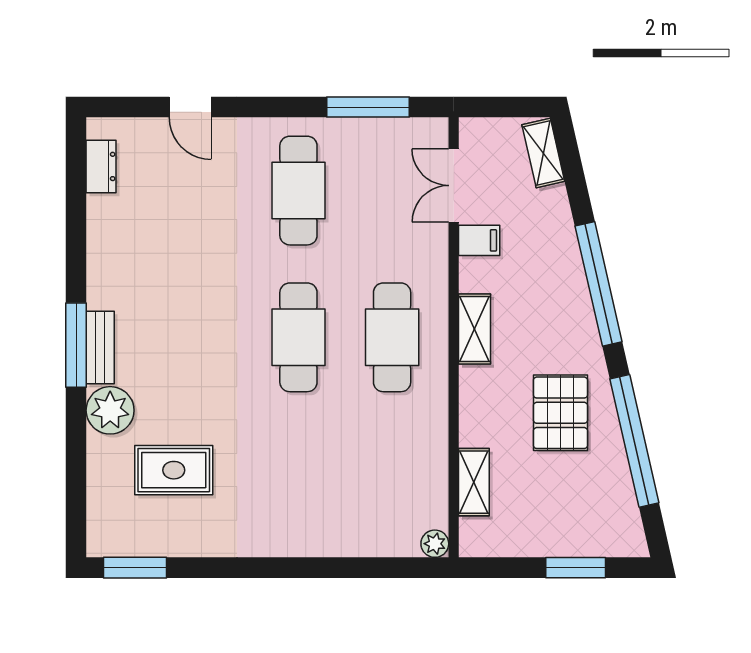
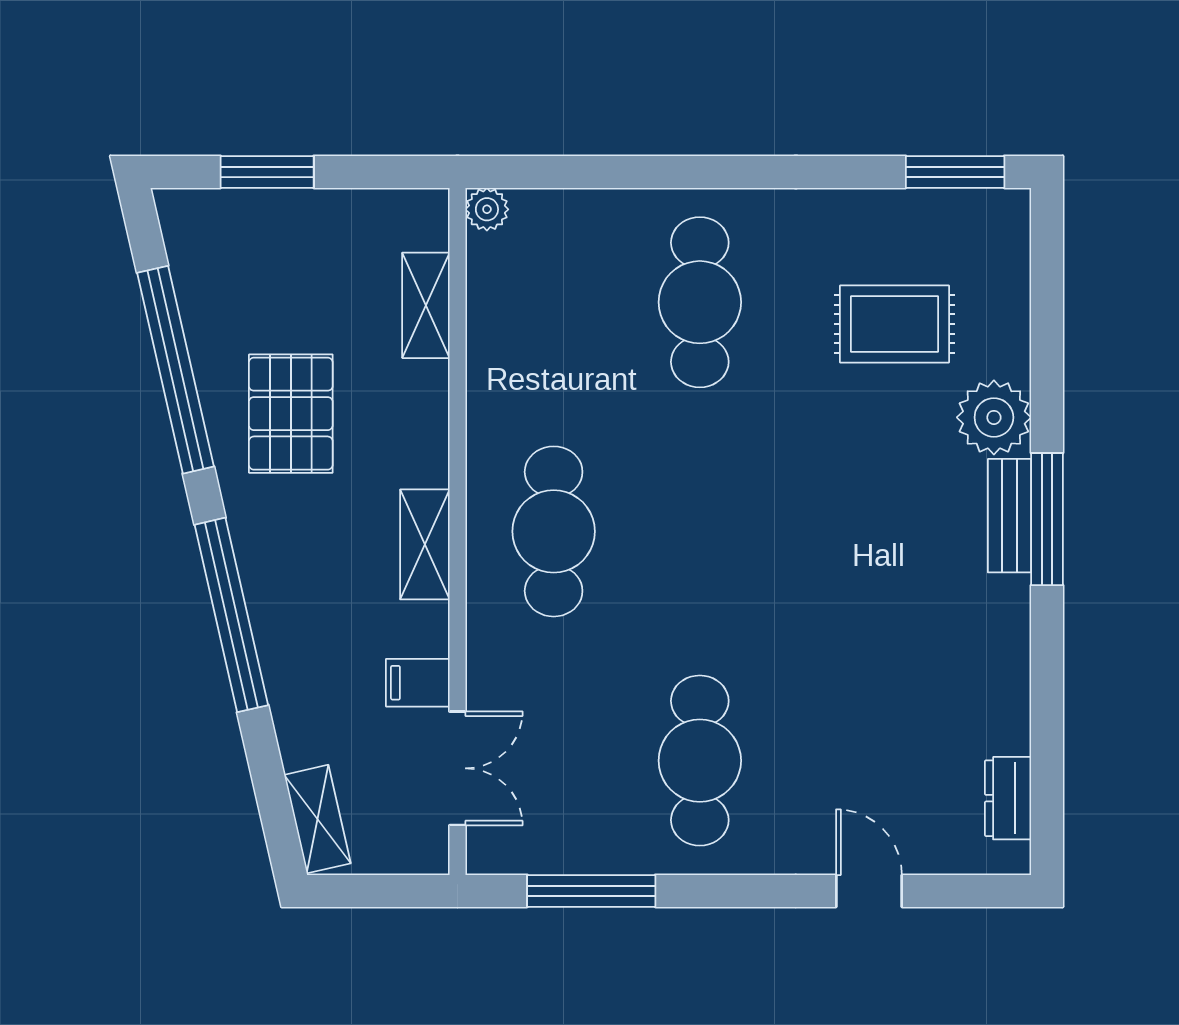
cafe table: (298, 337) -> (700, 302), moved

